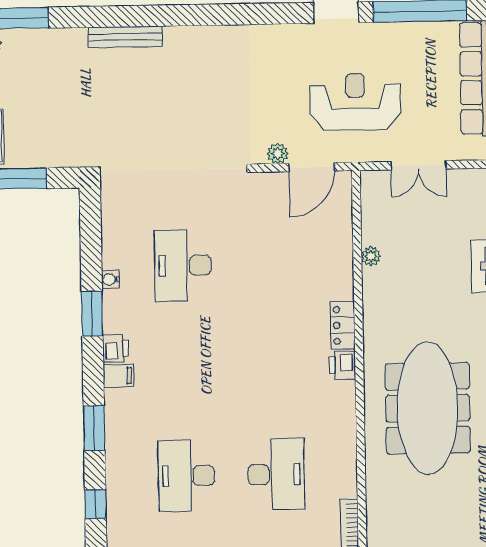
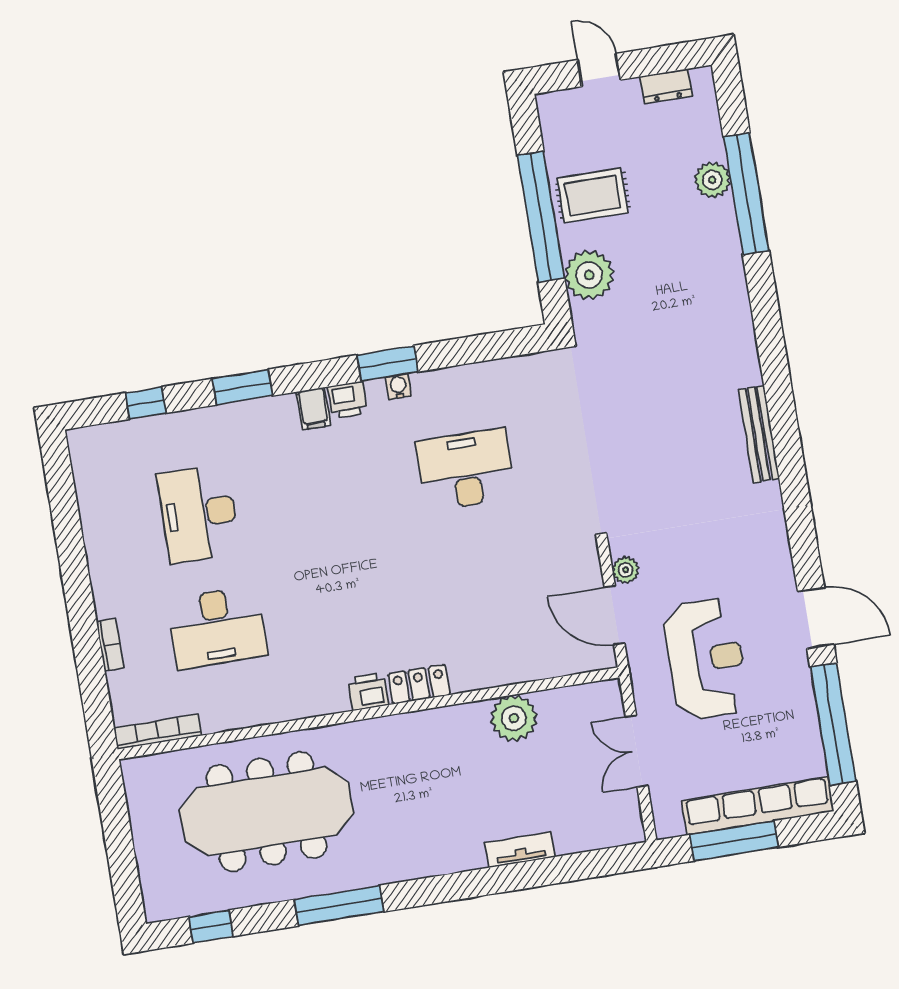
bench: (125, 37) -> (759, 434), moved
plant: (47, 149) -> (589, 275), added
plant: (371, 256) -> (514, 718), width x1.88, depth x1.88
water cooler: (111, 280) -> (398, 386), moved
meeting table: (428, 408) -> (267, 812), moved
desk: (186, 476) -> (199, 513), turned -90

